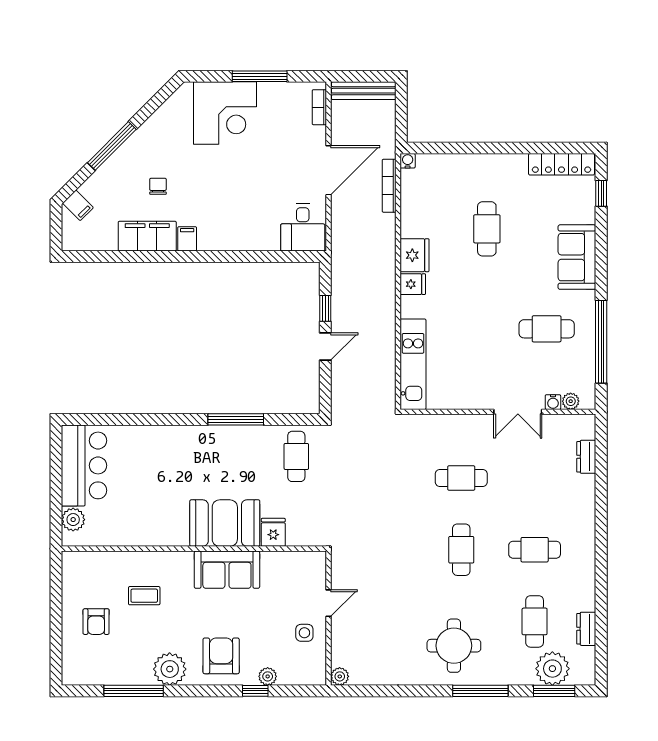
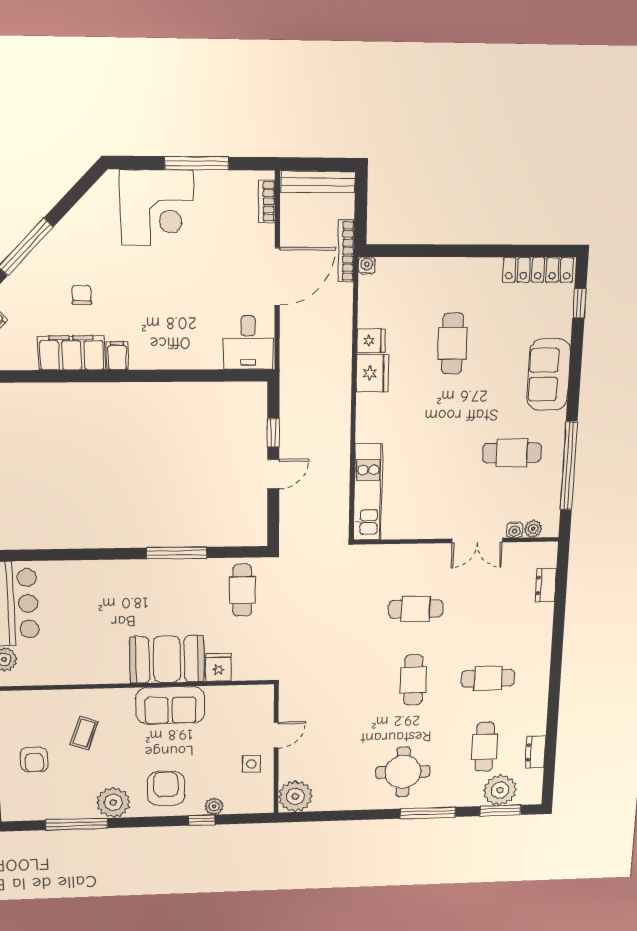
bookcase: (389, 186) -> (346, 251), moved
fridge: (413, 284) -> (371, 341), moved
coffee table: (144, 596) -> (84, 733), turned -70
plant: (340, 676) -> (295, 796), width x1.88, depth x1.88

